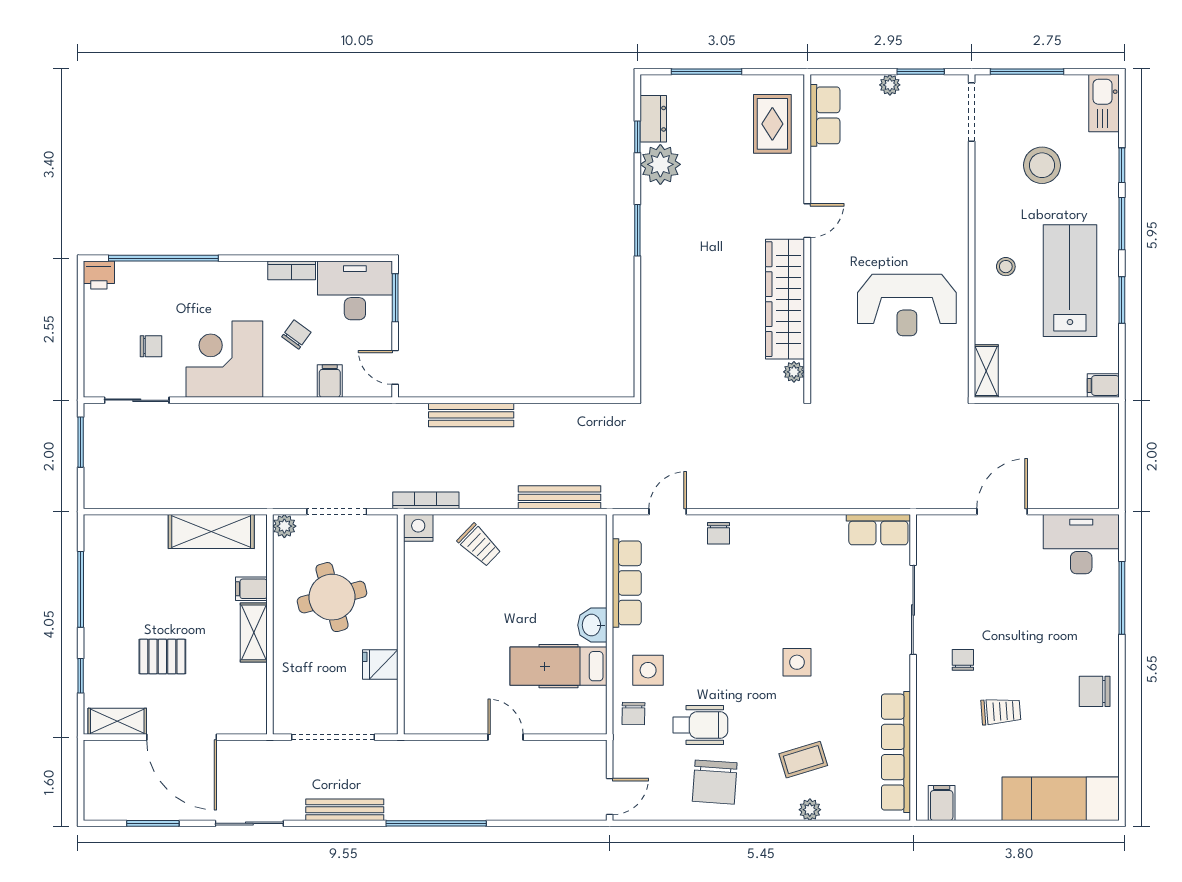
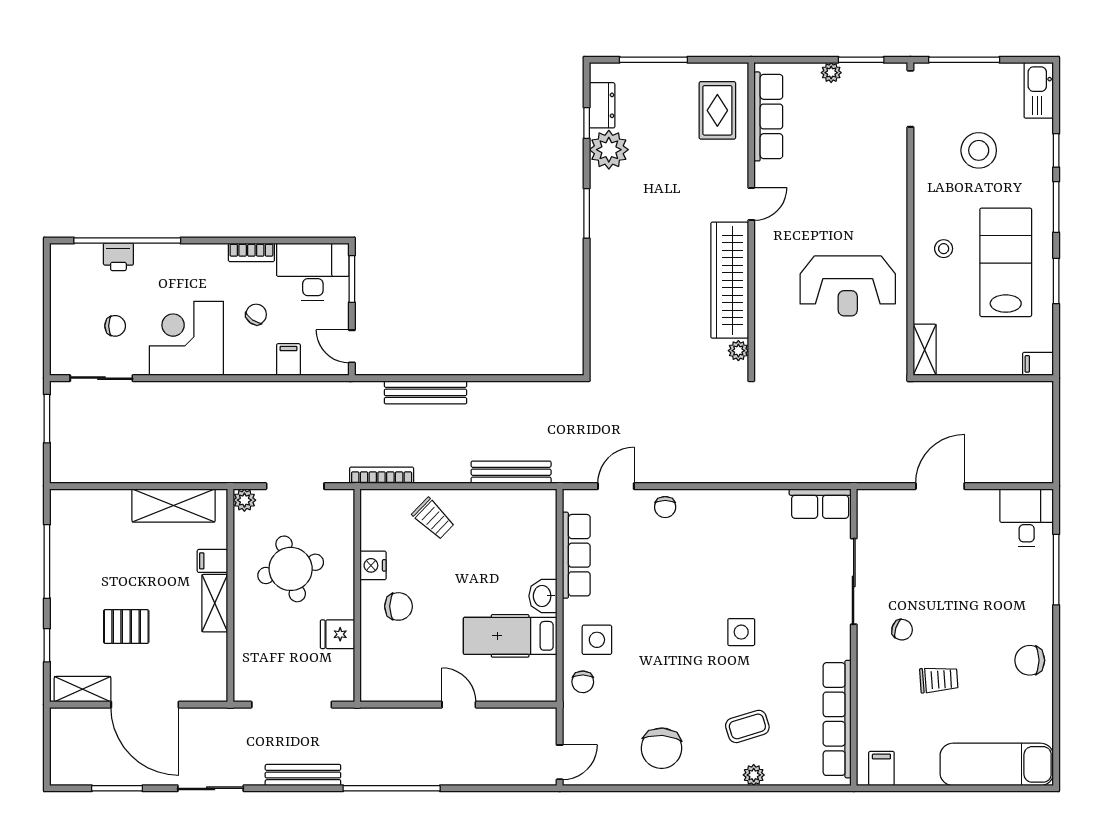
row of seats: (825, 115) -> (768, 116), width x1.48
printer: (99, 275) -> (118, 257), moved
nightstand: (418, 528) -> (373, 565), moved, turned -90
desk: (1081, 544) -> (1027, 518), width x0.73
chair: (443, 636) -> (398, 606), added
chair: (963, 660) -> (902, 630), turned 108
wheelchair: (700, 725) -> (648, 693), removed

